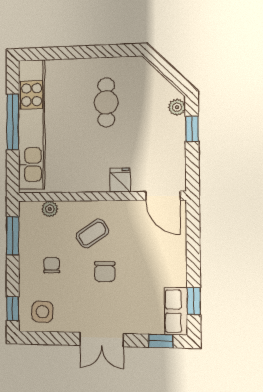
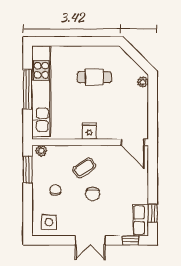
cafe table: (106, 102) -> (94, 77), turned 90
window: (192, 129) -> (153, 97), removed
fridge: (120, 180) -> (89, 131), moved
plant: (50, 209) -> (41, 151), moved
window: (13, 309) -> (28, 220), removed

